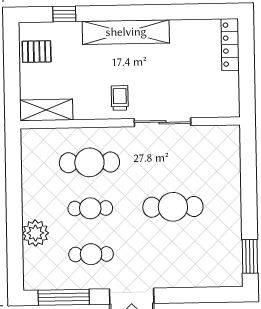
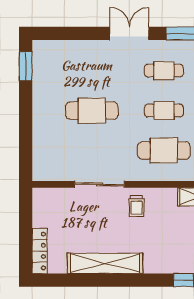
shelving: (126, 32) -> (105, 263), moved

